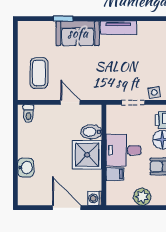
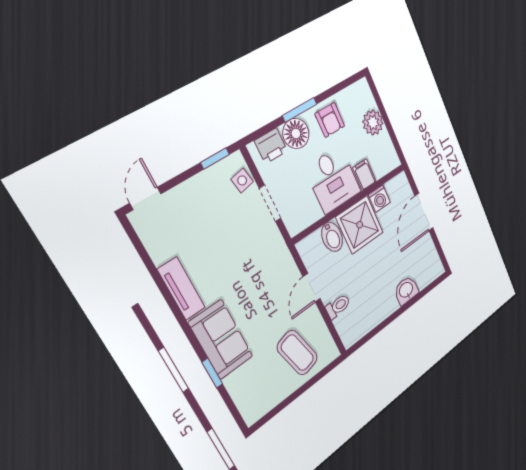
coffee table: (39, 73) -> (297, 353), turned 76
toilet: (28, 114) -> (338, 306), moved
washing machine: (95, 198) -> (379, 199), moved

